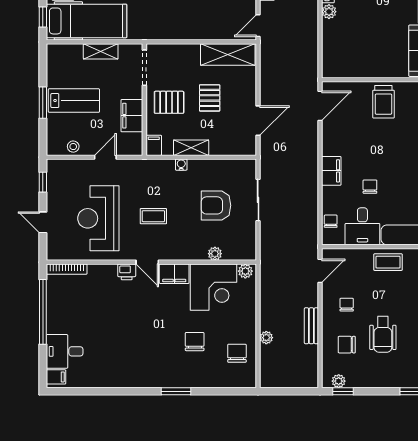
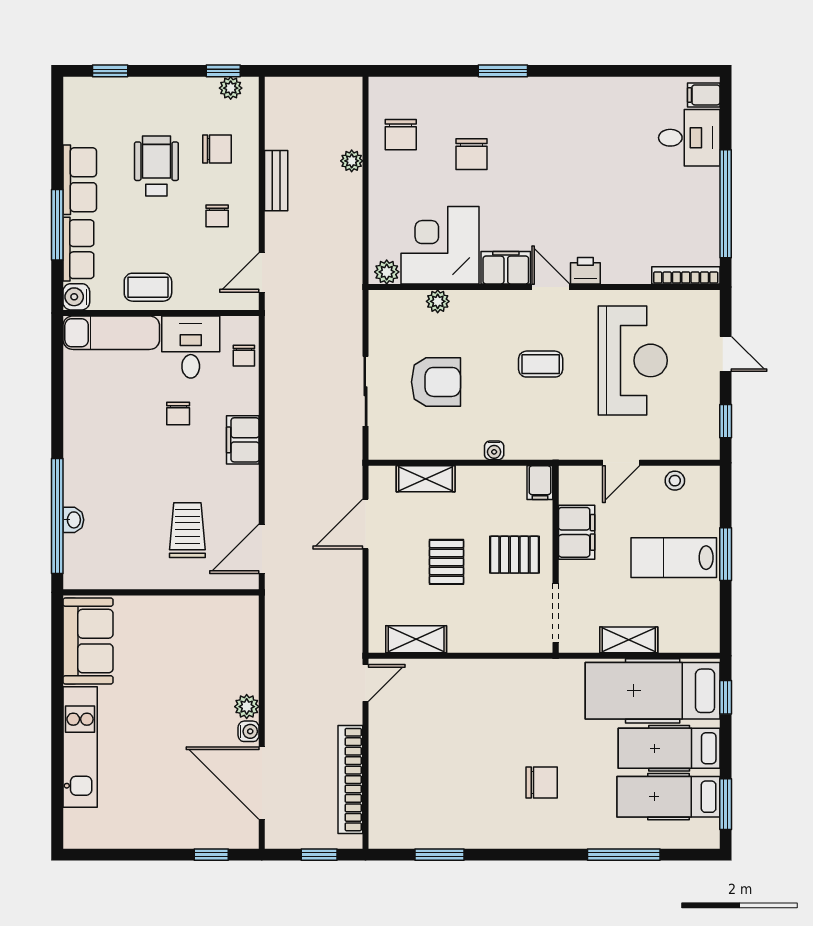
shelving: (228, 55) -> (416, 639), width x0.67, depth x0.75
trolley: (383, 102) -> (187, 530), moved
shelving: (191, 148) -> (426, 479), moved

